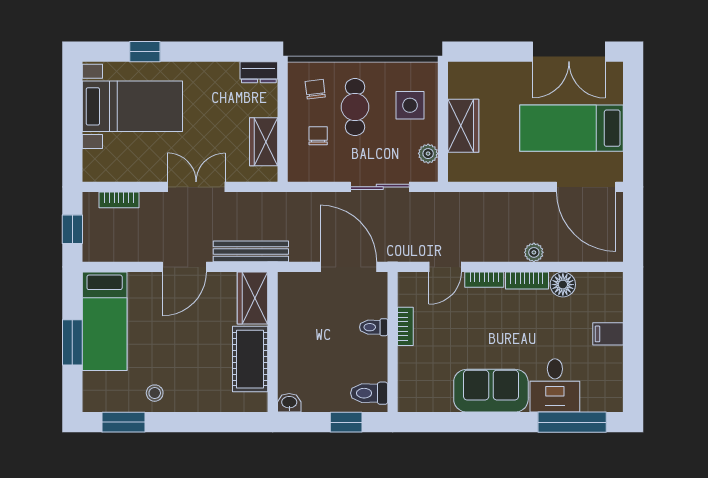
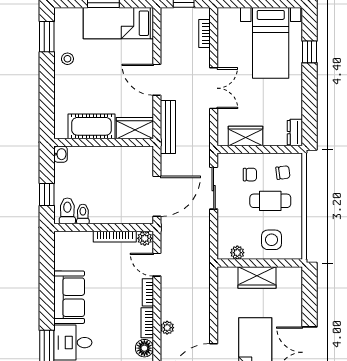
sliding door: (380, 187) -> (214, 188), moved
plant: (408, 284) -> (145, 238), added
bookcase: (405, 326) -> (115, 237), width x1.56
toilet: (374, 327) -> (83, 214), moved

